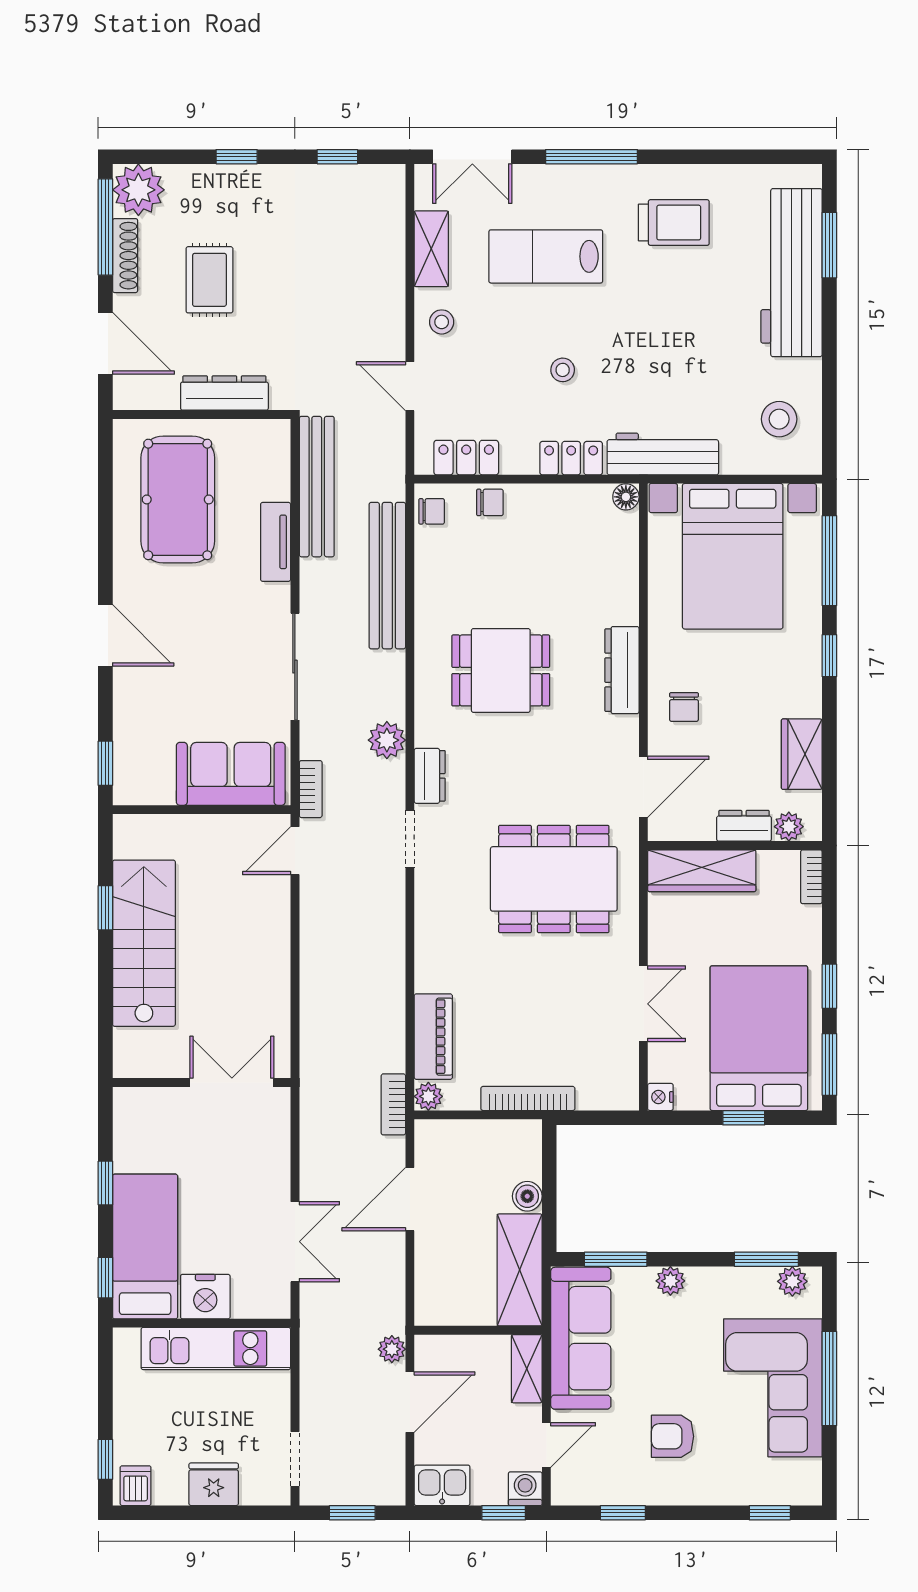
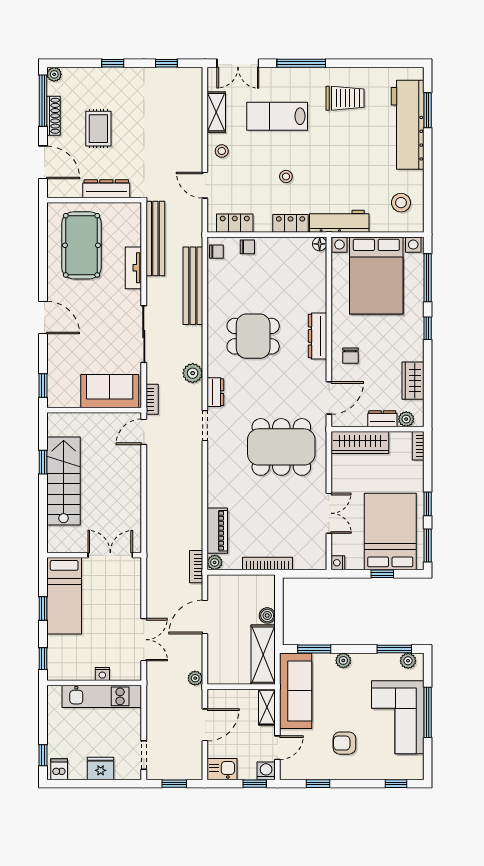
plant: (138, 190) -> (54, 74), width x0.53, depth x0.53
bed: (145, 1246) -> (64, 596), moved, turned 180
nightstand: (205, 1297) -> (102, 674), width x0.53, depth x0.56
plant: (392, 1349) -> (195, 678), moved

